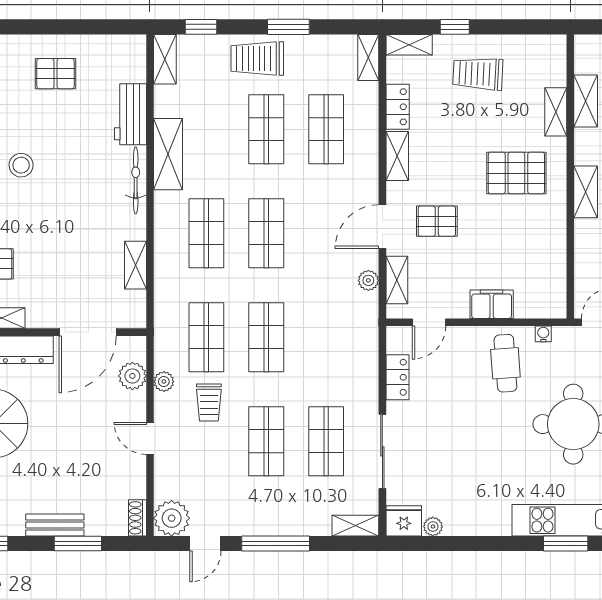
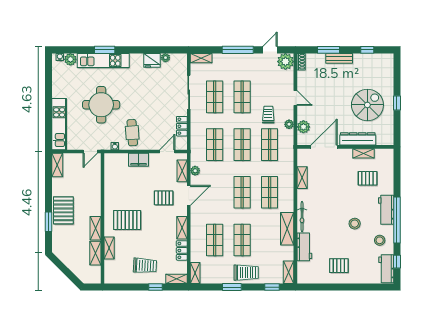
shelving: (586, 192) -> (95, 228), moved
shop shelf: (326, 337) -> (215, 145), added
fridge: (404, 521) -> (152, 60), moved

